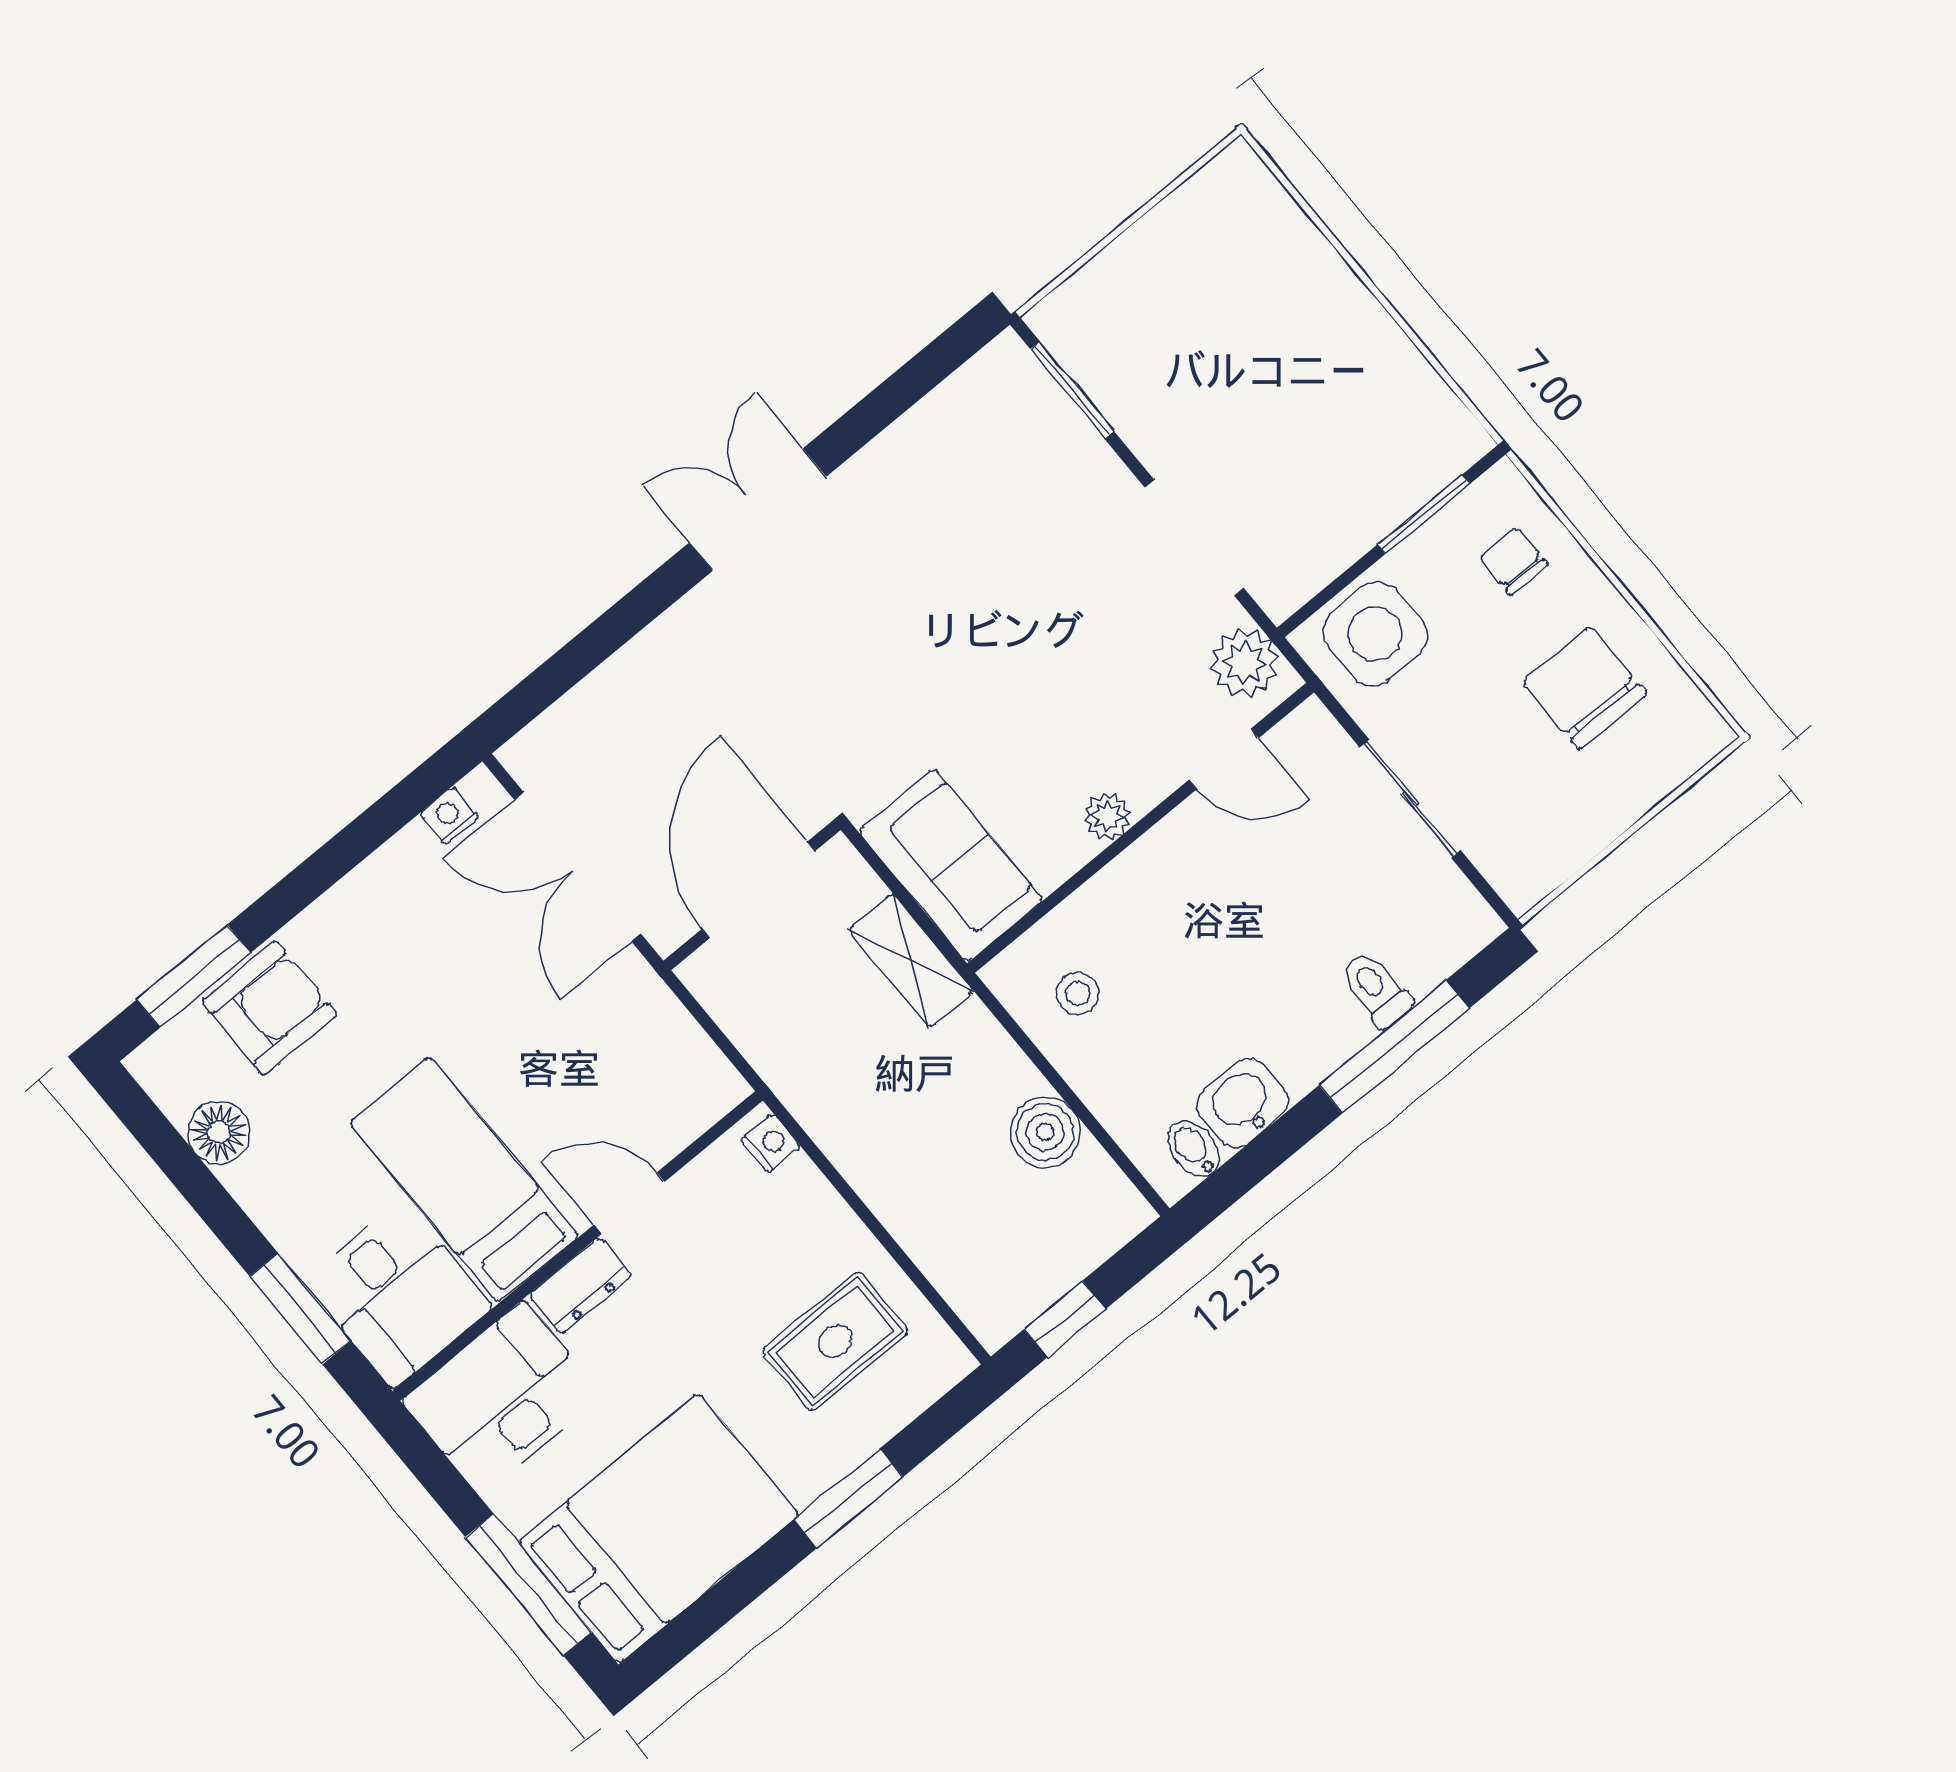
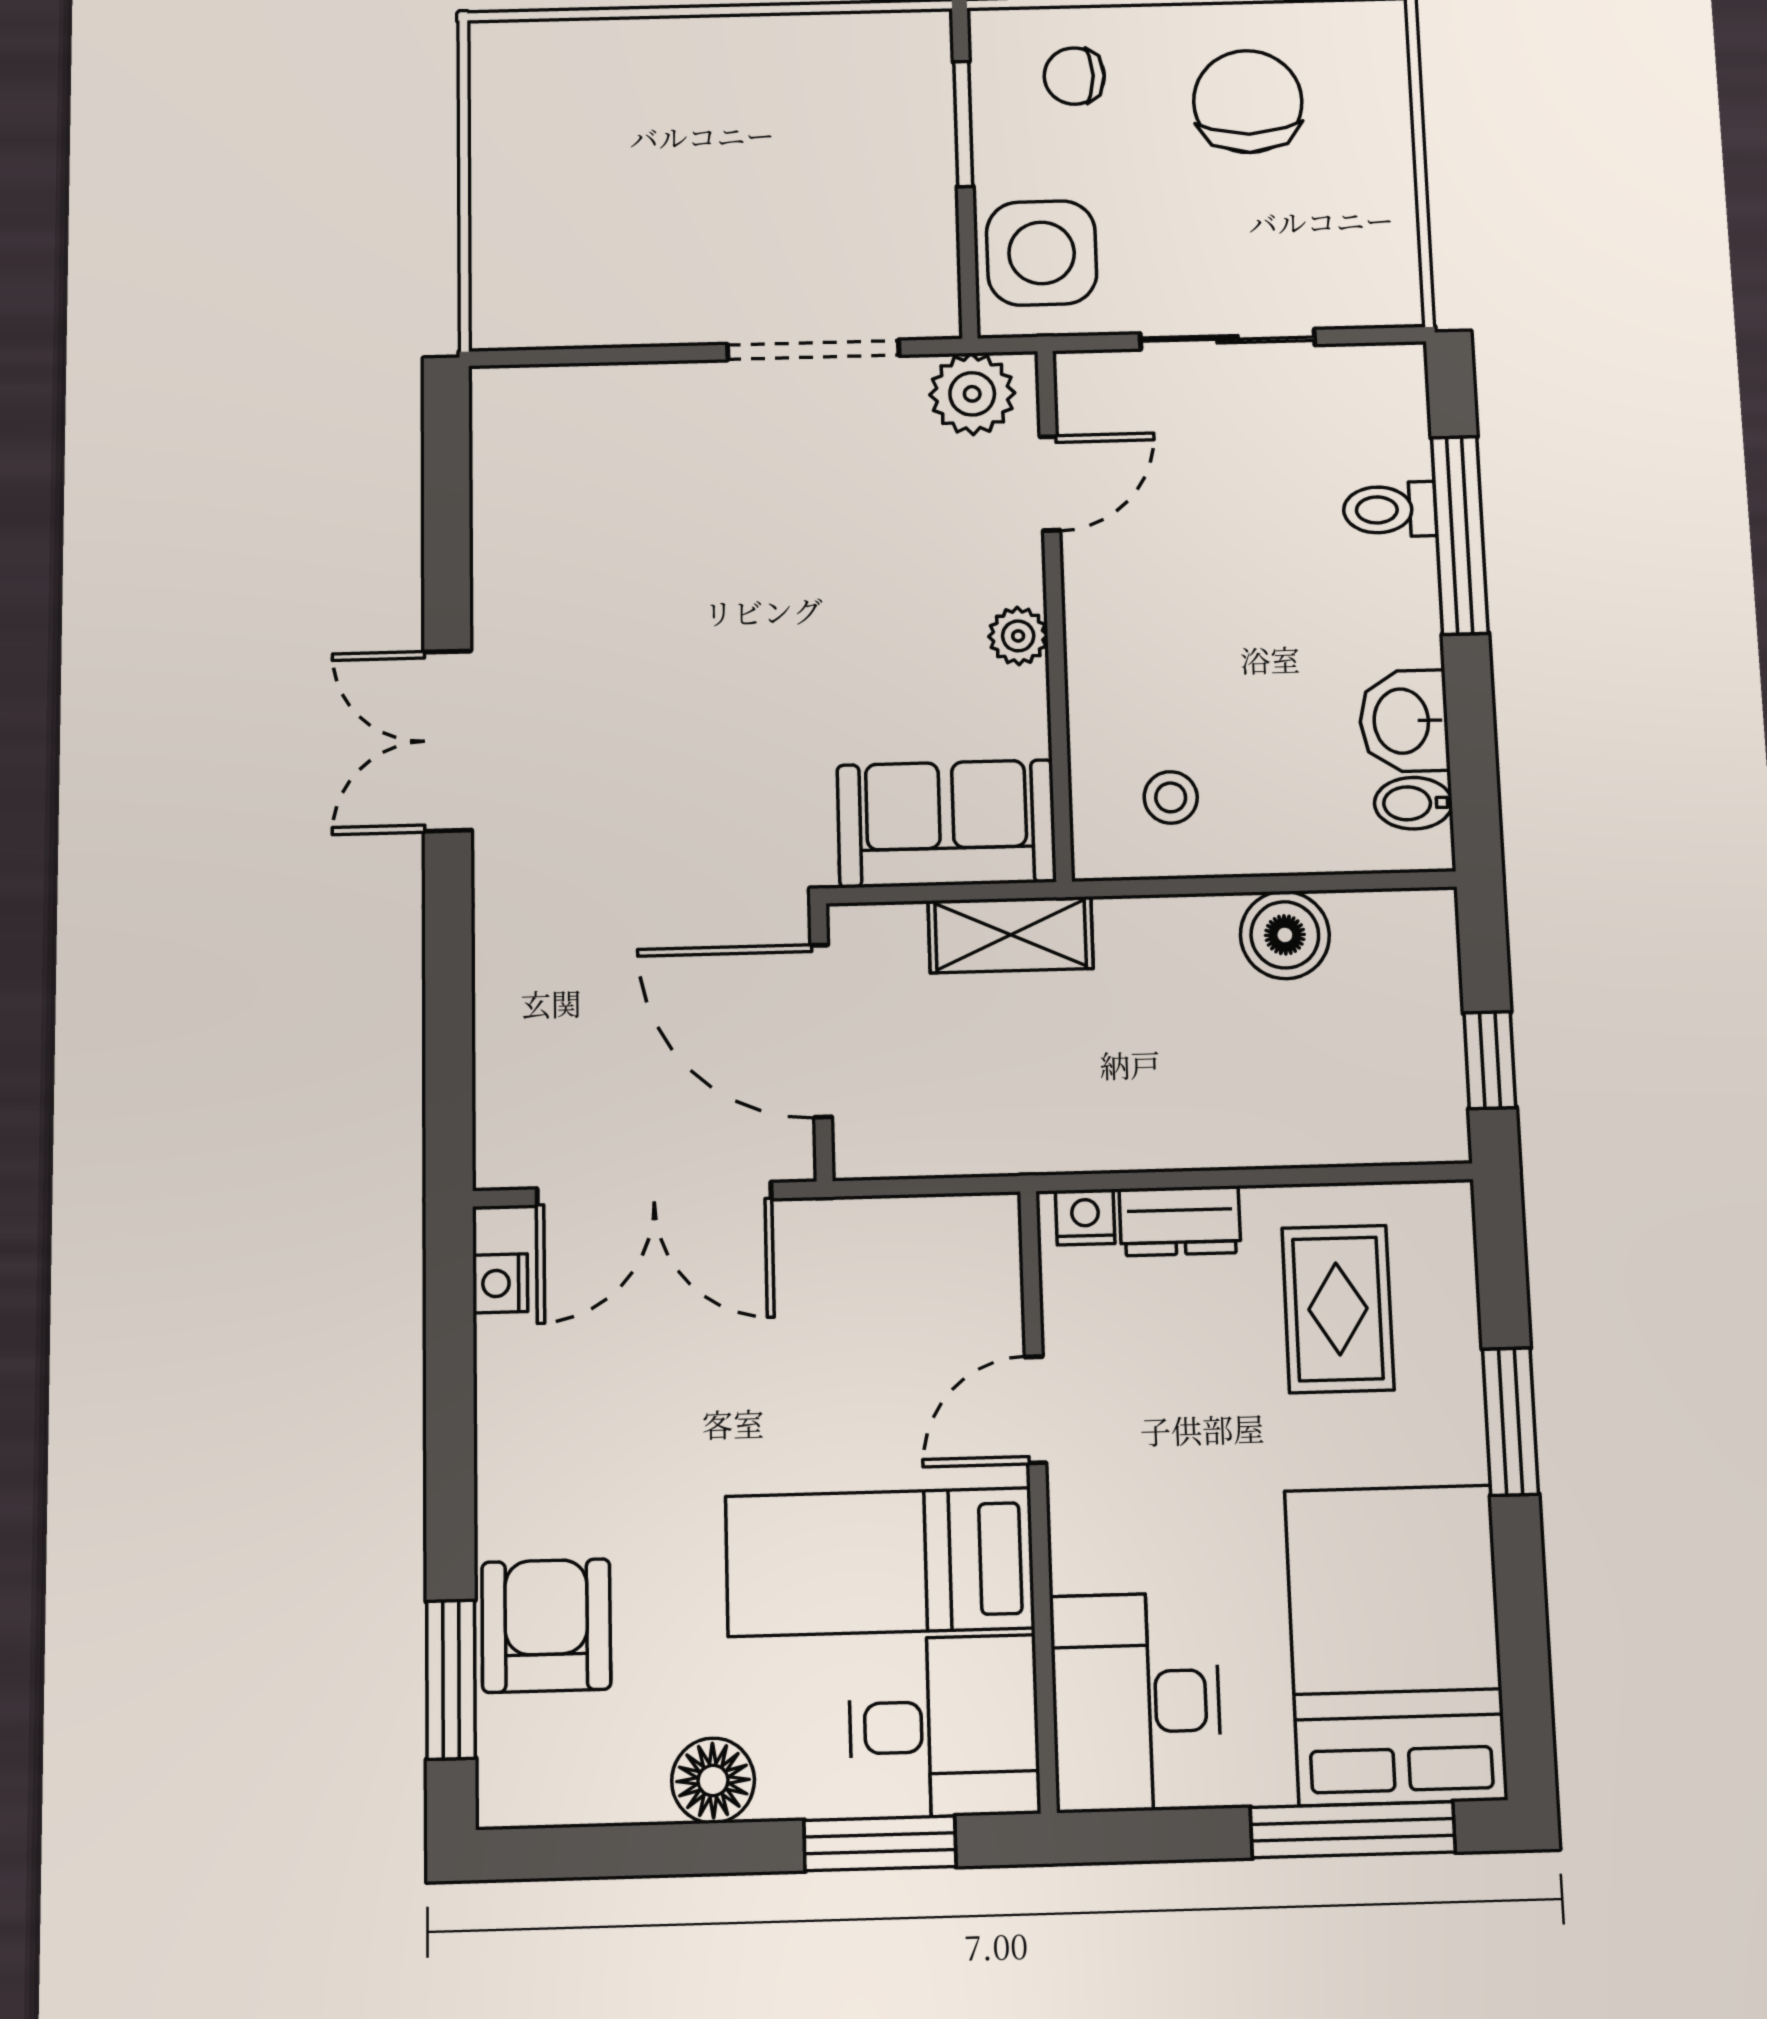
window: (1072, 390) -> (579, 356), removed
chair: (1585, 688) -> (1248, 101), turned 90
floor lamp: (219, 1132) -> (713, 1780), moved
dresser: (580, 1286) -> (1180, 1221), moved, turned 90

